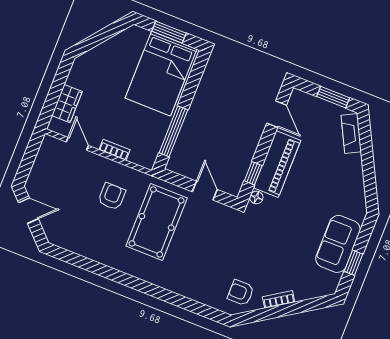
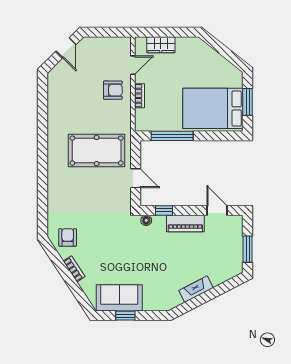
door: (277, 114) -> (217, 210), swing flipped
fireplace: (351, 133) -> (196, 289), moved
piano: (277, 164) -> (185, 223), width x0.73, depth x0.75
door: (205, 191) -> (136, 178), hinge flipped
armchair: (112, 196) -> (113, 90), moved
sofa: (338, 244) -> (119, 298), moved

